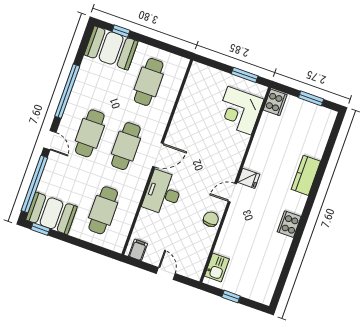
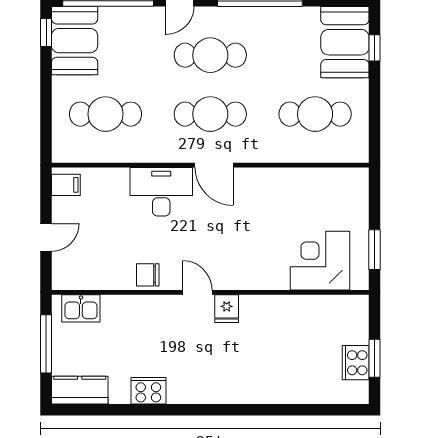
cooker: (275, 102) -> (356, 363), moved, turned 90
kitchen counter: (306, 175) -> (80, 390), moved
chair: (211, 219) -> (148, 275), turned 180
cooker: (289, 224) -> (148, 391), moved
window: (231, 297) -> (46, 344), width x2.17

